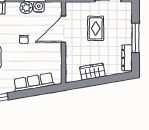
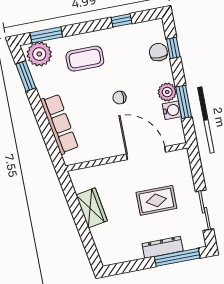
window: (135, 38) -> (177, 257), moved
dresser: (127, 58) -> (163, 247), moved

